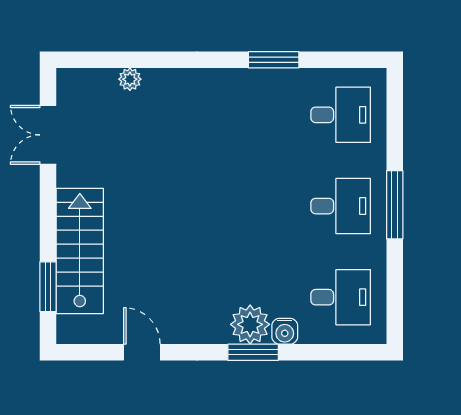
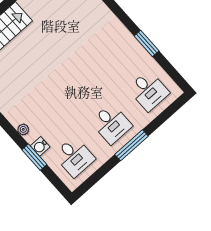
plant: (250, 324) -> (23, 129), width x0.53, depth x0.53
window: (253, 352) -> (34, 157), moved

